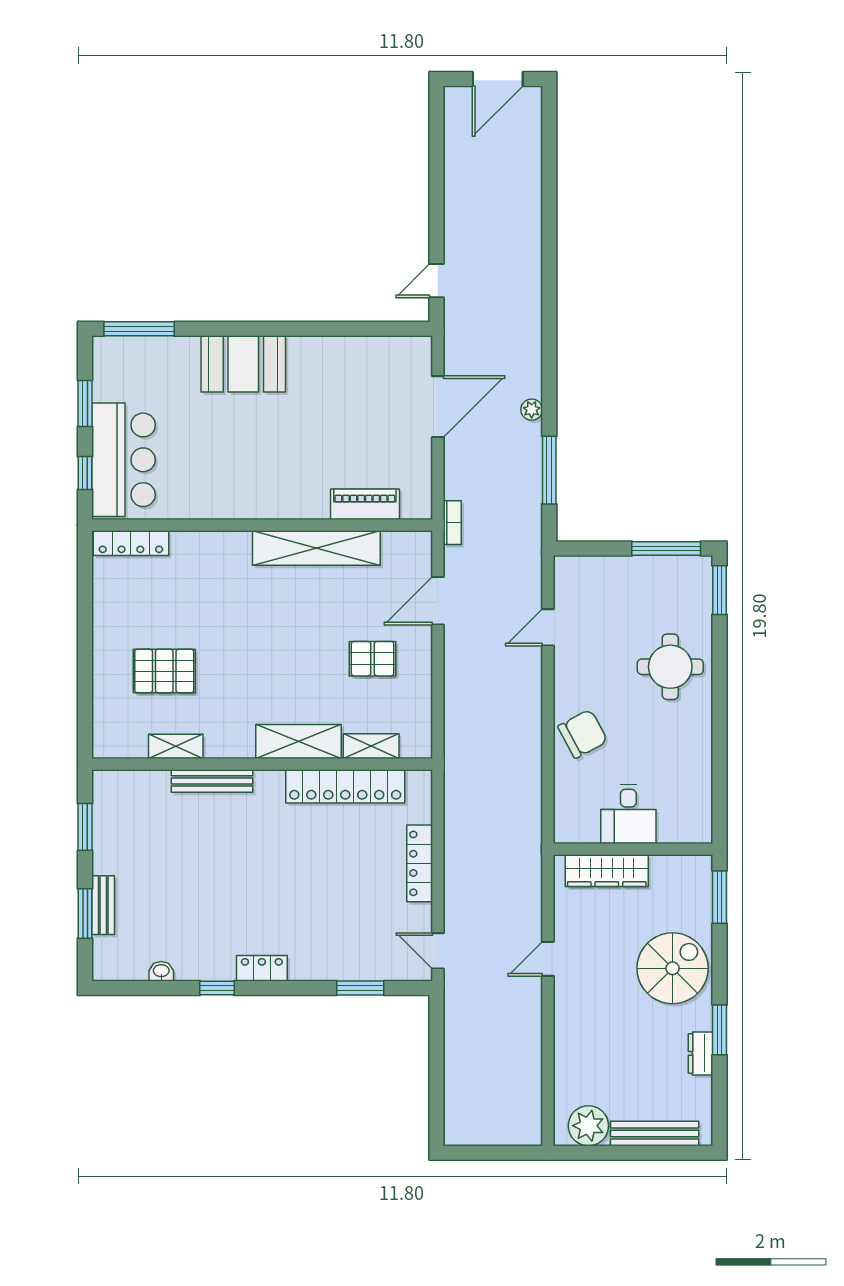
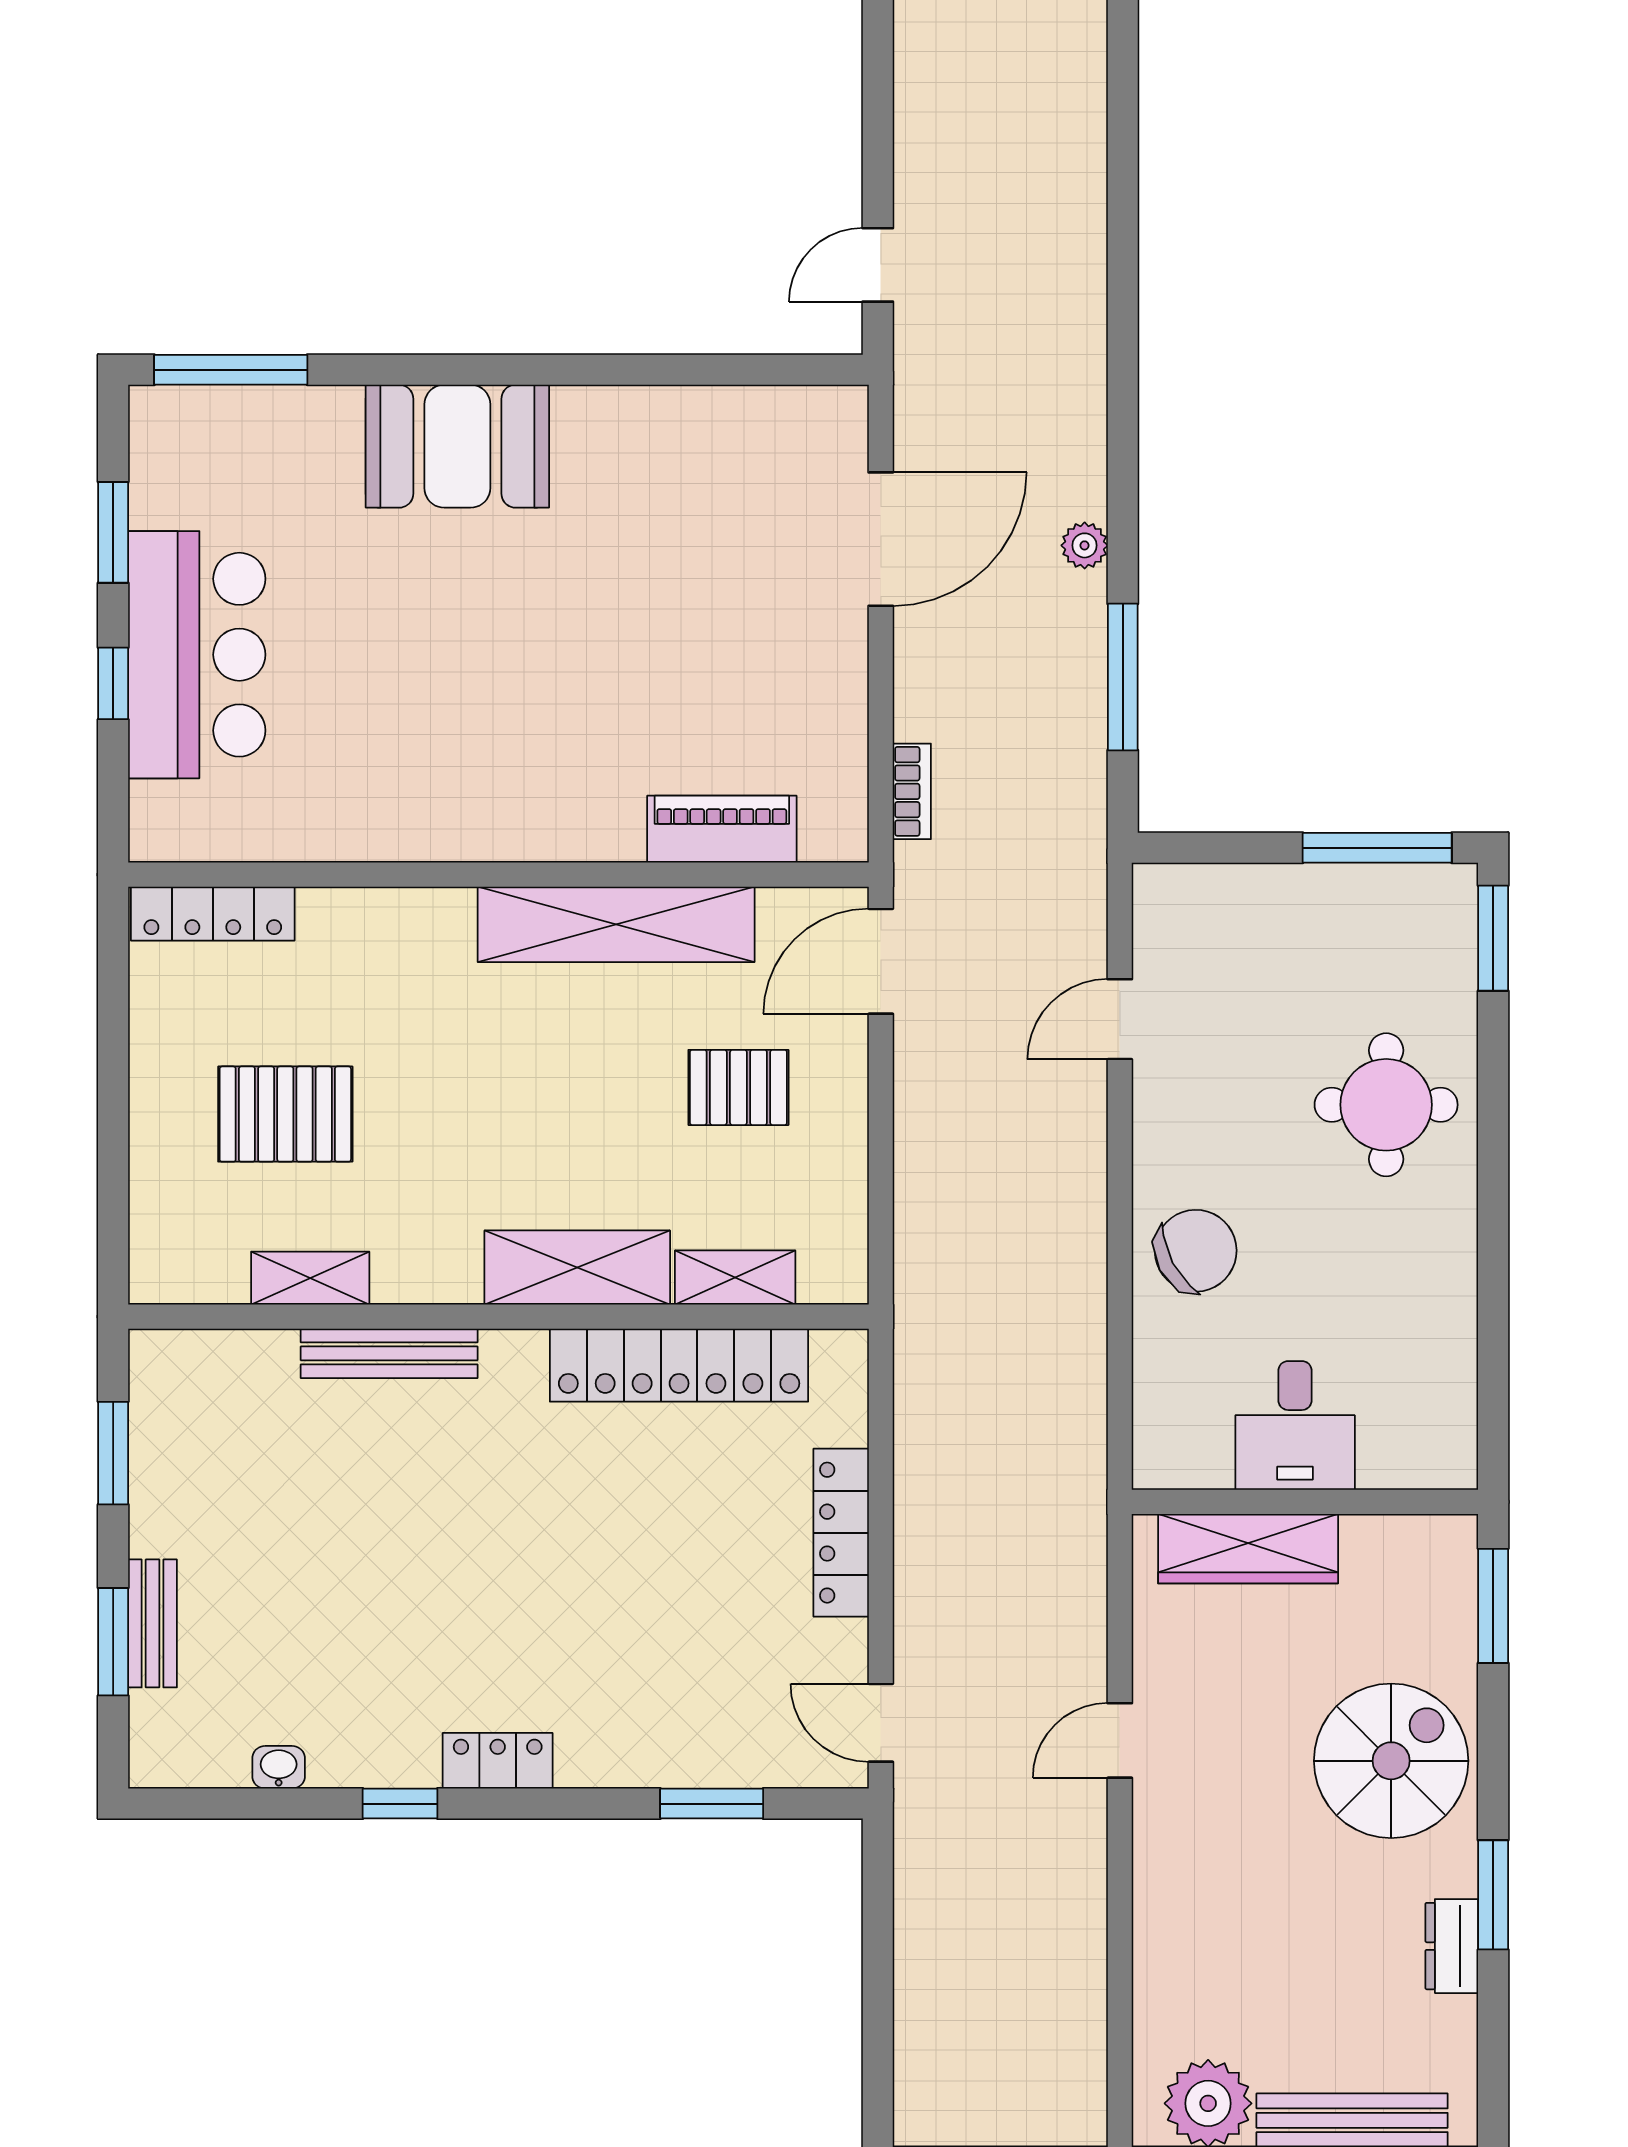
piano: (365, 504) -> (722, 829), moved
wall: (262, 525) -> (498, 875), moved
locker: (131, 543) -> (213, 914), moved
shelving: (316, 548) -> (616, 924), moved

